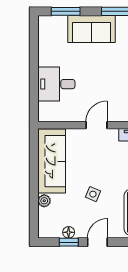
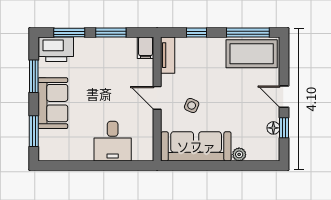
side table: (93, 194) -> (192, 105), moved

